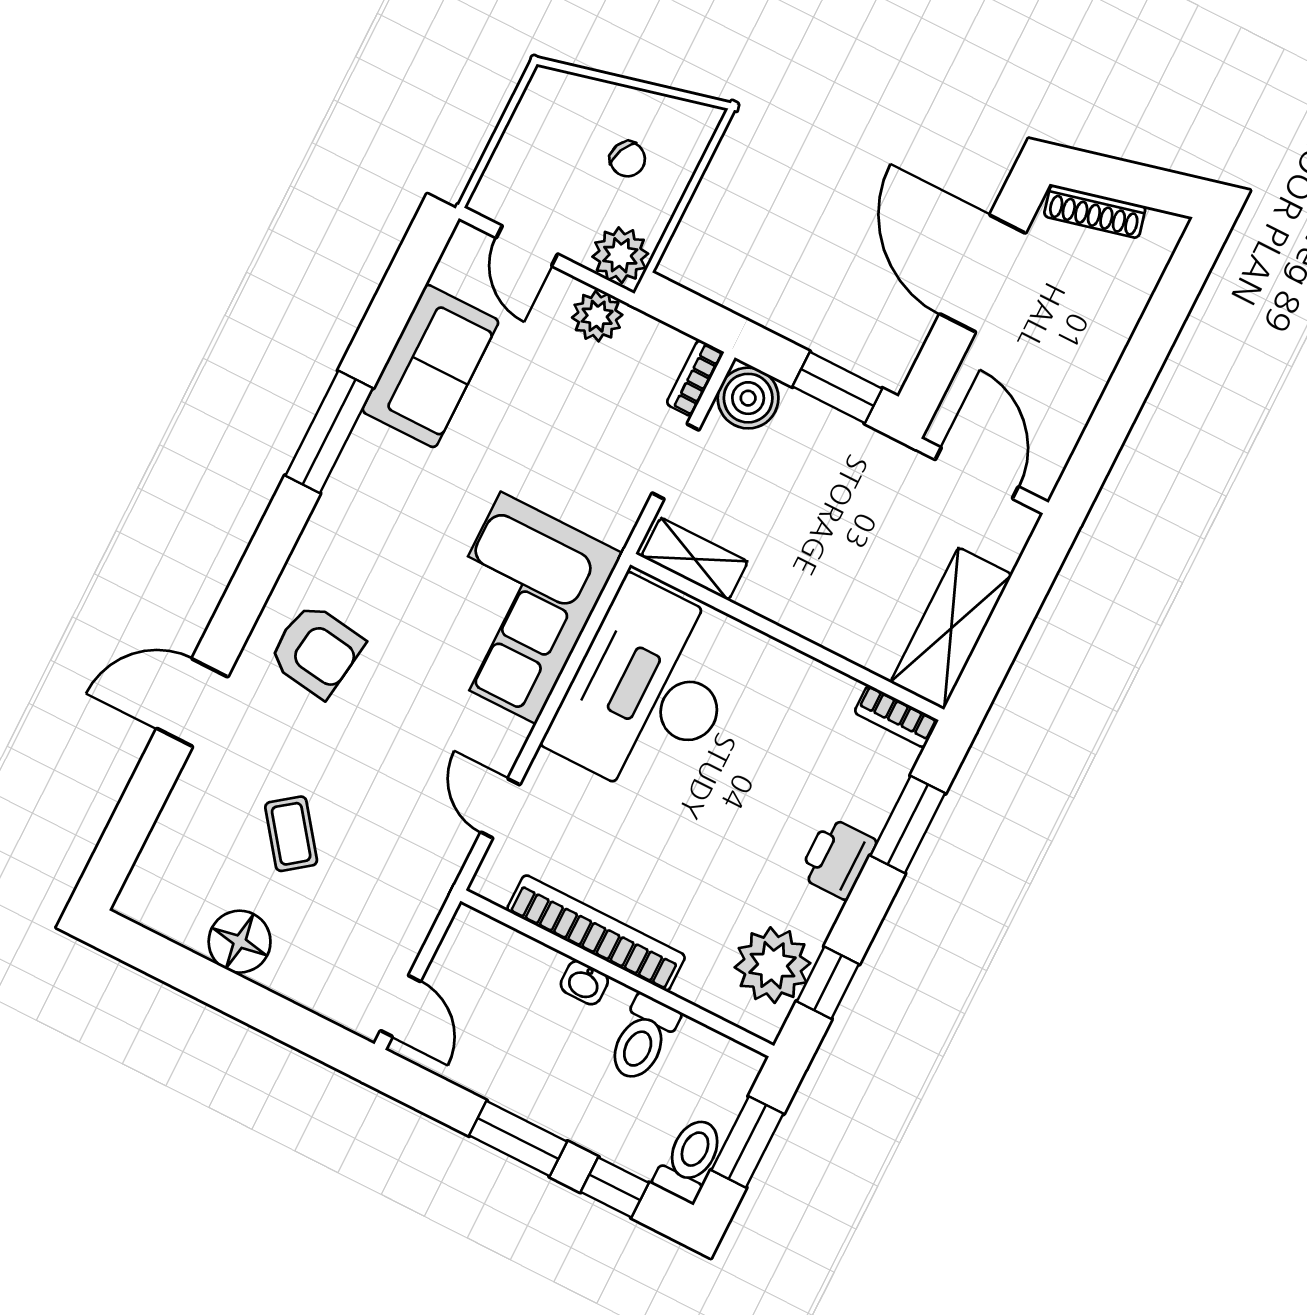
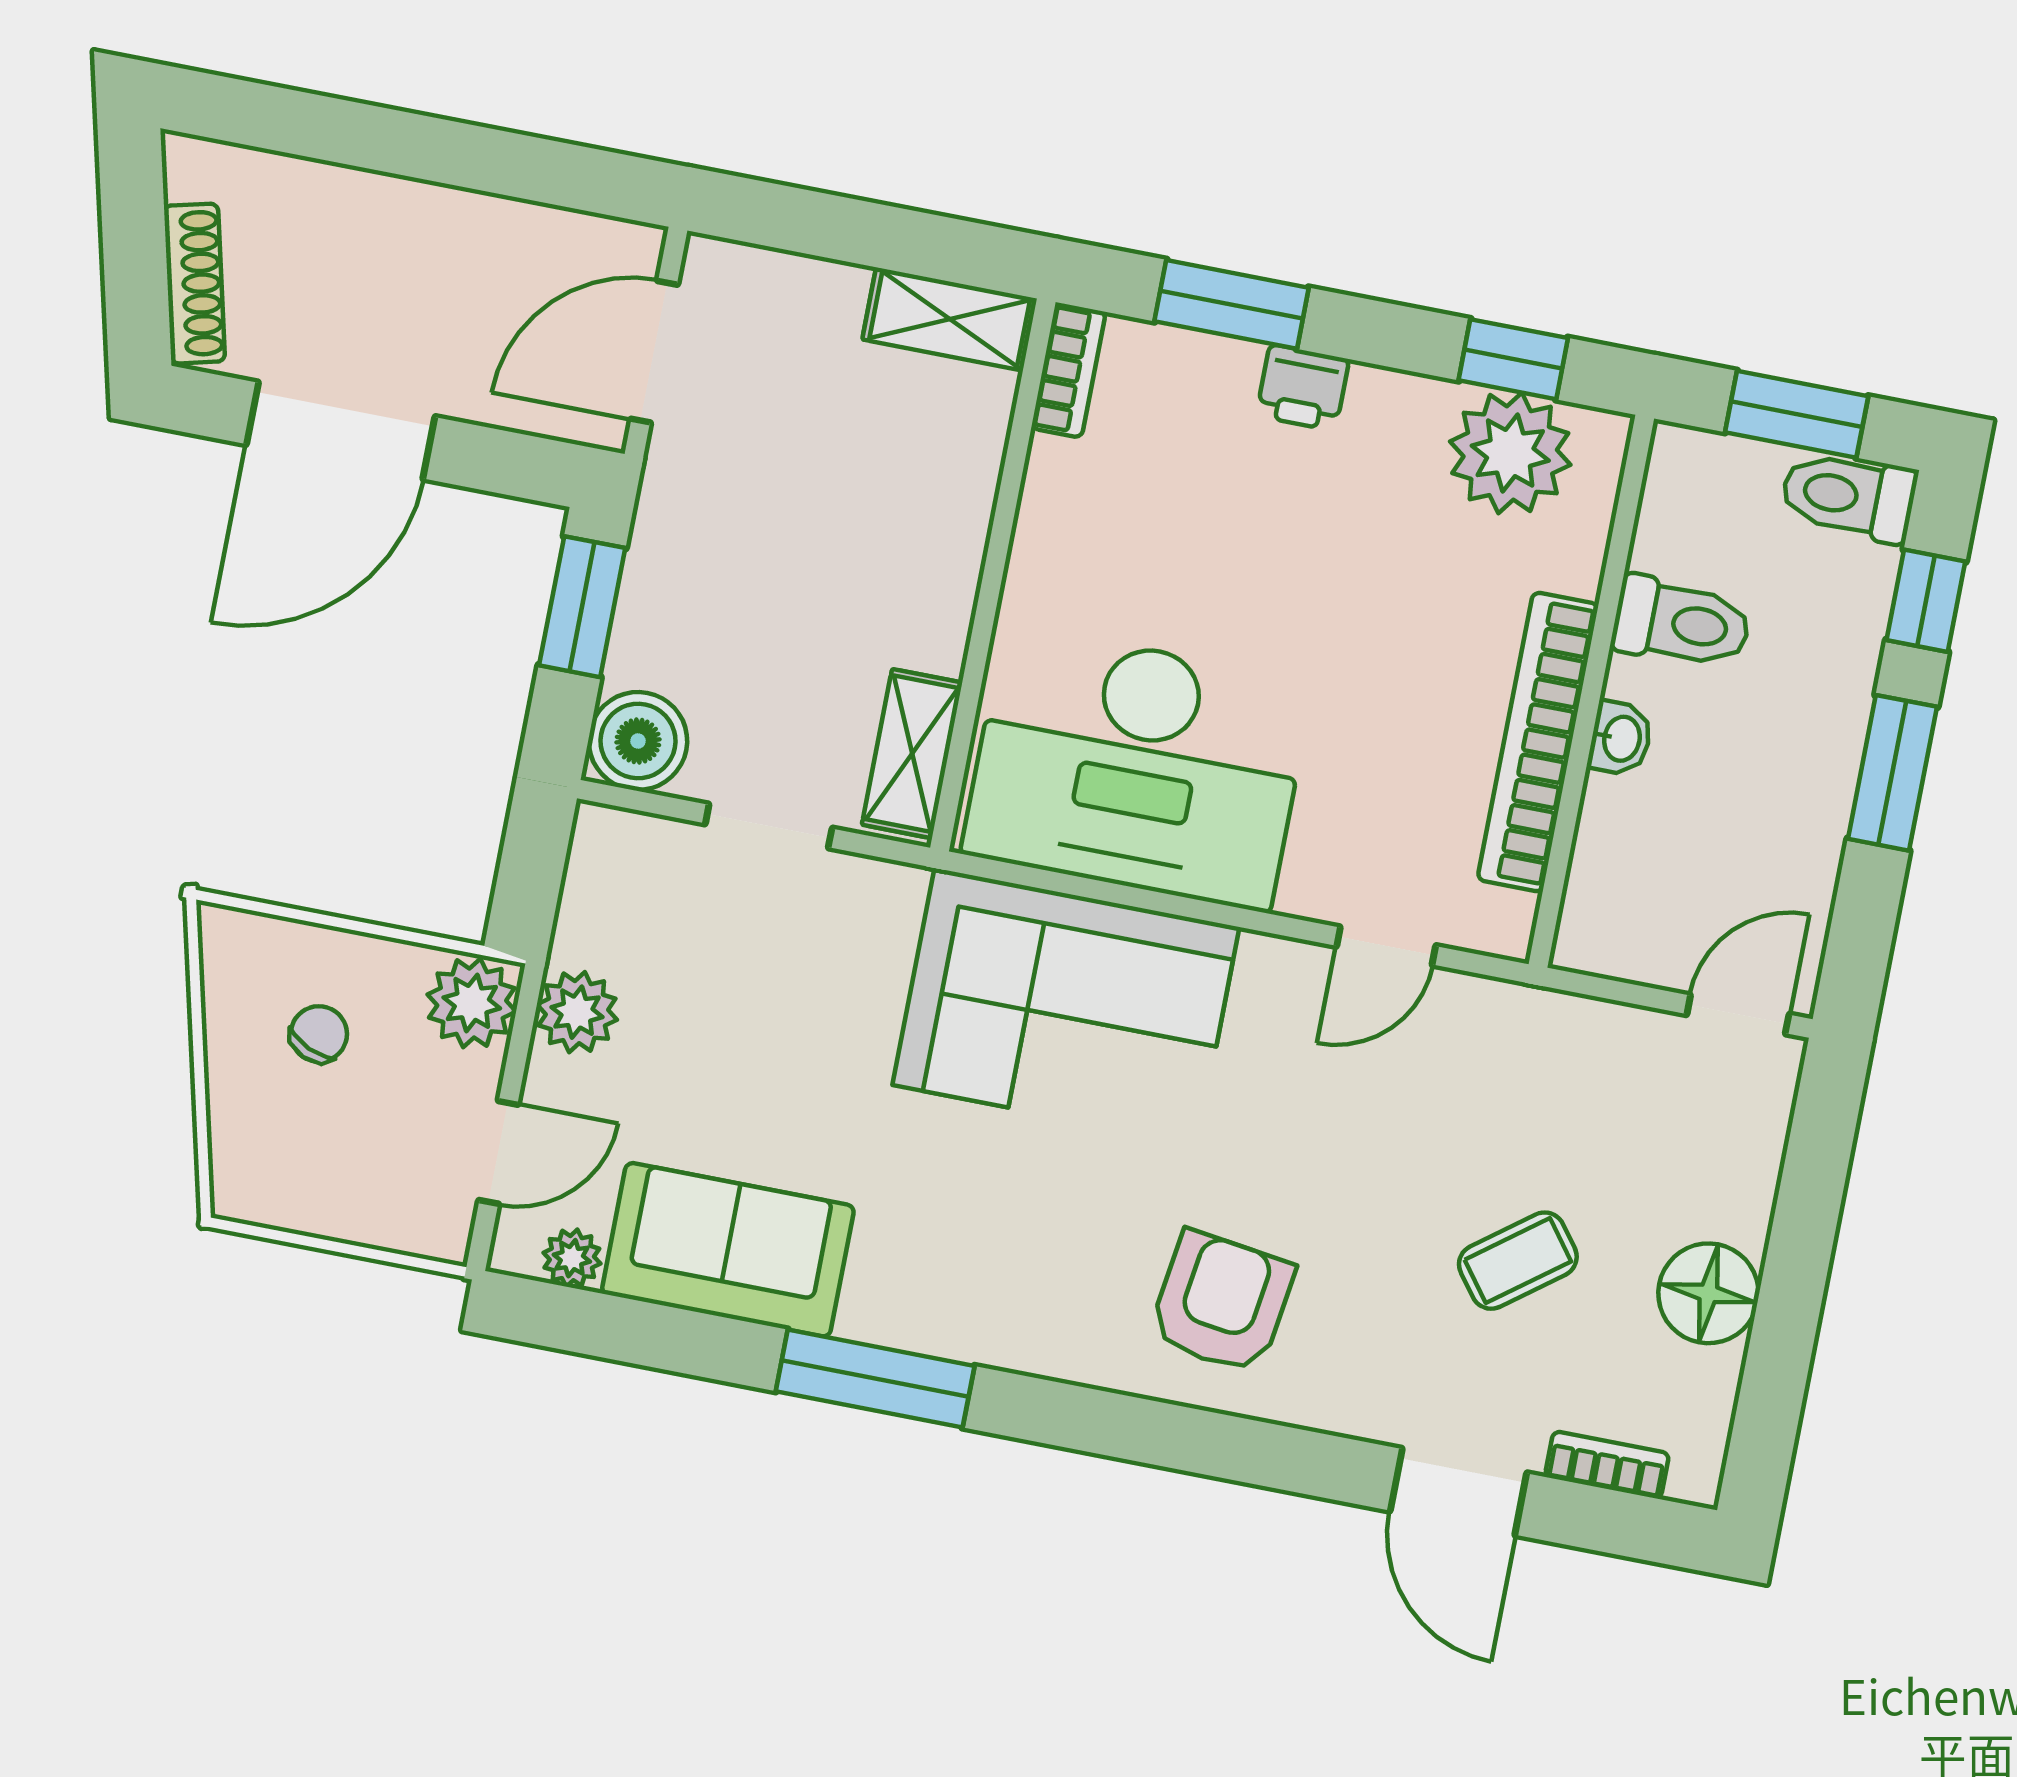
plant: (452, 272) -> (572, 1258), added
bookcase: (695, 378) -> (1607, 1465), moved, turned 180
shelving: (951, 628) -> (950, 319), width x0.67, depth x0.75
door: (192, 703) -> (1458, 1492), moved
printer: (837, 858) -> (1303, 388), width x0.73, depth x0.81

